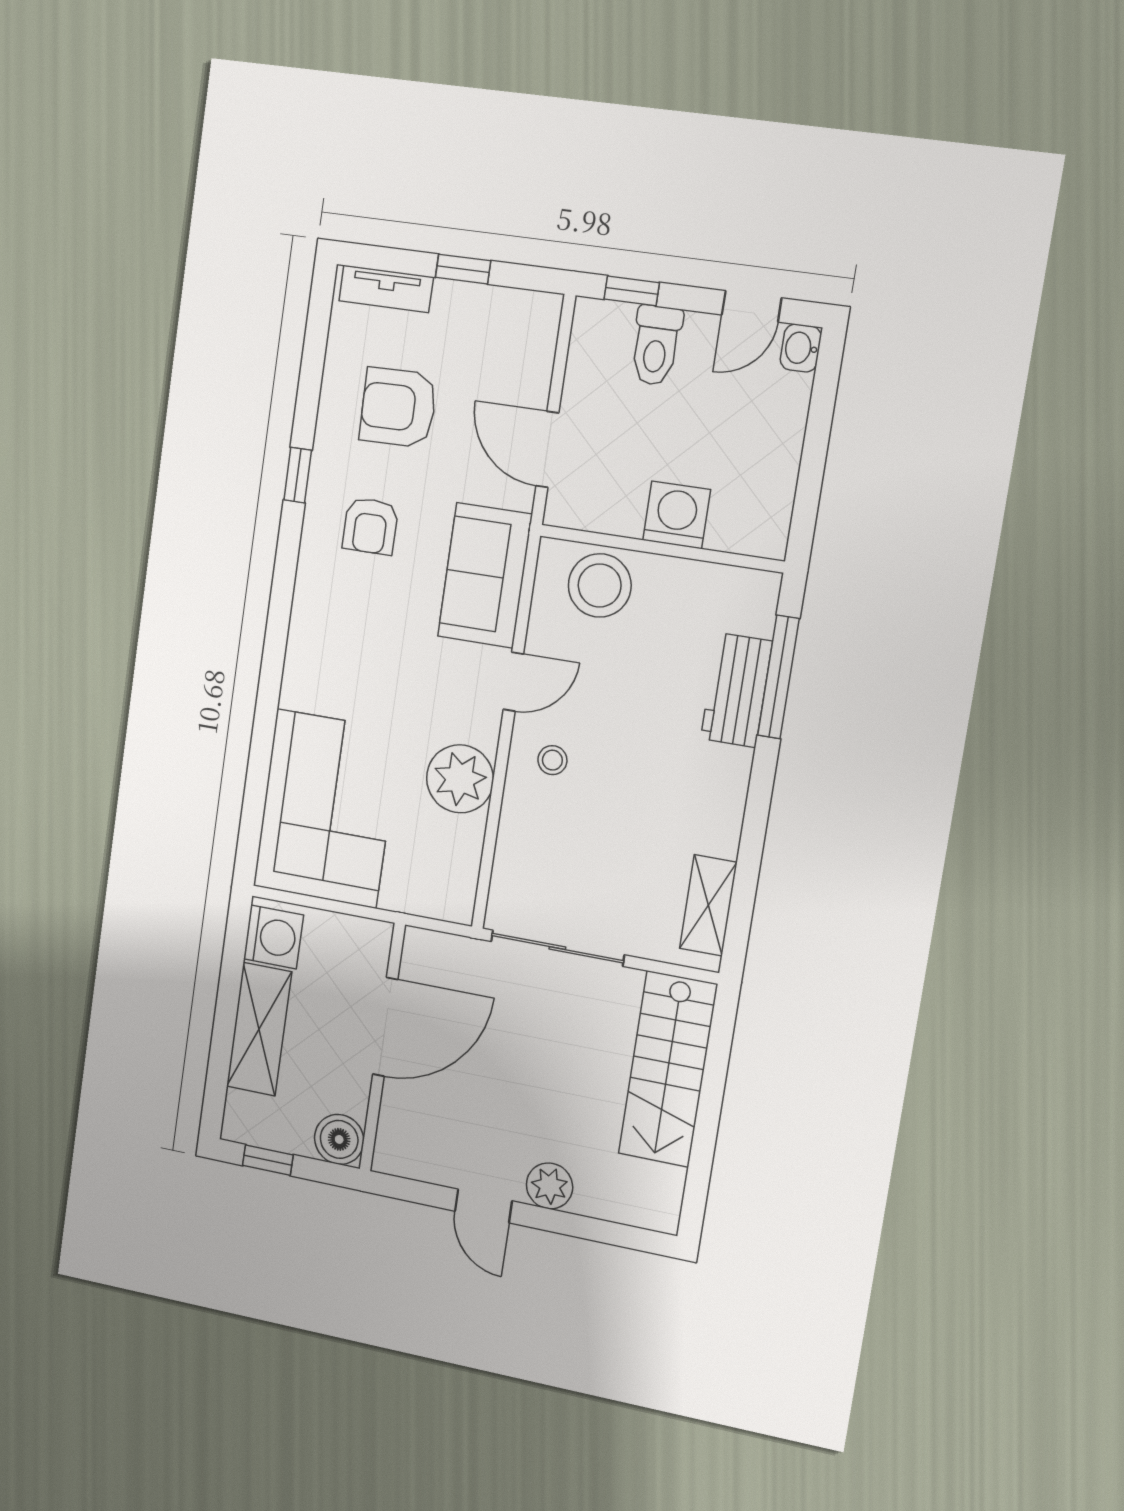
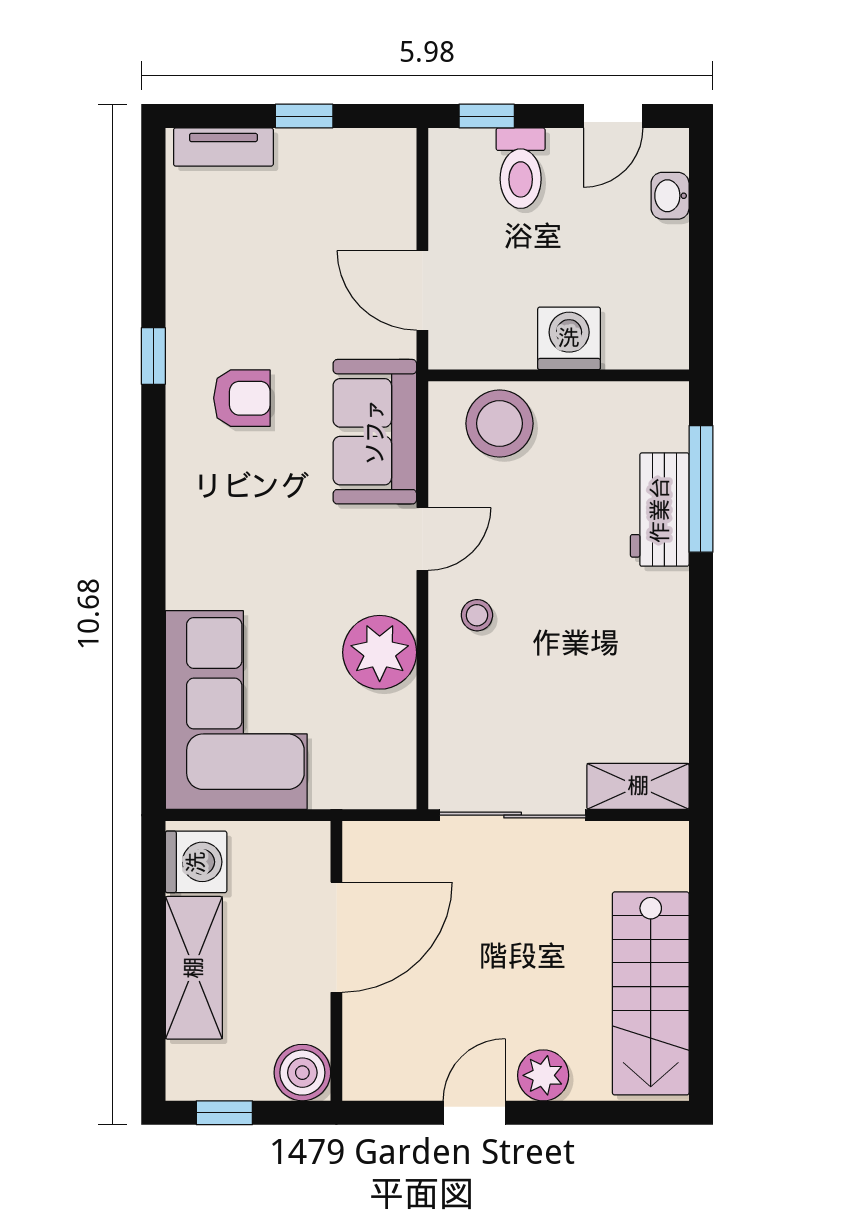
washbasin: (801, 348) -> (670, 196), moved
armchair: (398, 407) -> (255, 269), removed
armchair: (370, 526) -> (242, 398), turned -90
shelving: (708, 905) -> (638, 786), moved, turned 90
stairs: (668, 1069) -> (651, 993), moved
door: (483, 1206) -> (474, 1113), swing flipped

